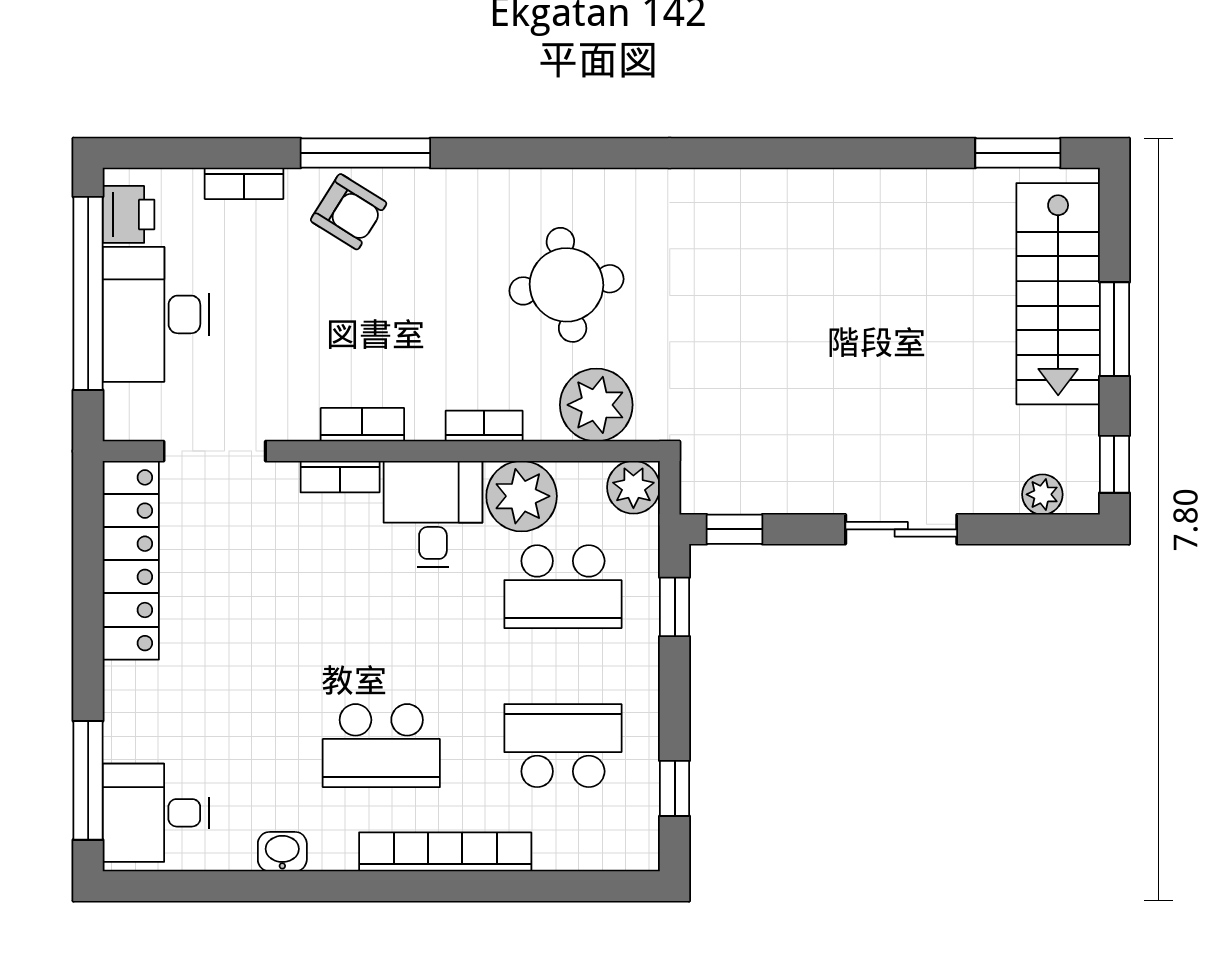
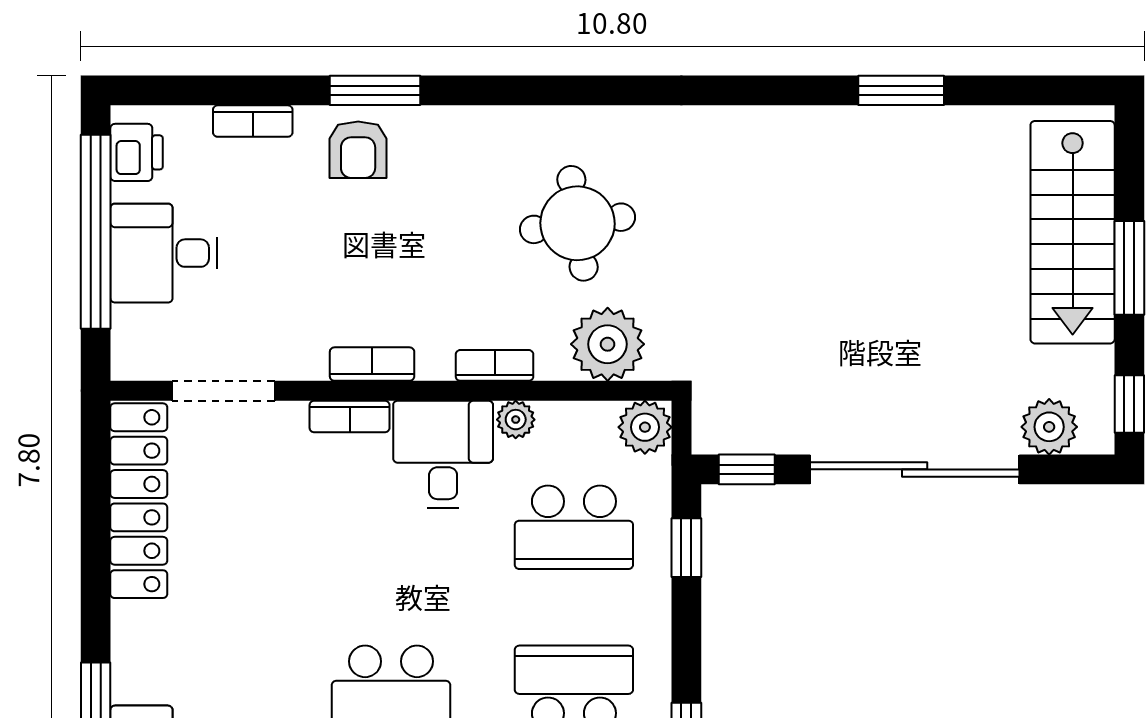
window: (365, 153) -> (375, 90), width x0.69
window: (1018, 153) -> (901, 90), moved
armchair: (349, 212) -> (358, 150), turned 58
desk: (156, 314) -> (164, 253), width x0.73
plant: (1042, 494) -> (1049, 427), width x1.38, depth x1.38
plant: (522, 496) -> (516, 420), width x0.53, depth x0.53
sliding door: (901, 529) -> (915, 469), width x1.86

